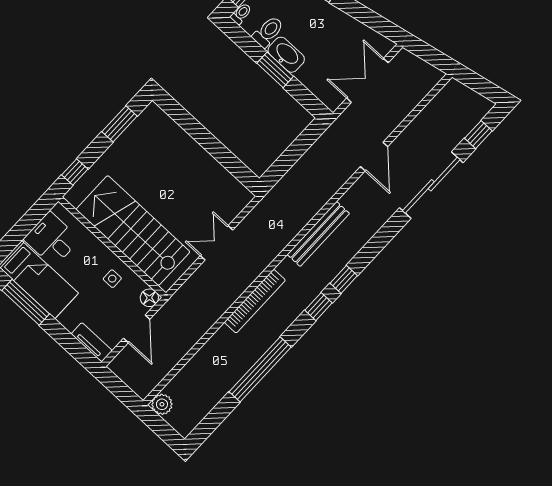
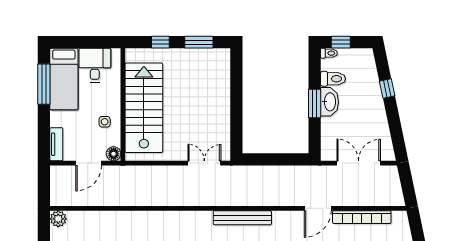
window: (75, 172) -> (160, 42), moved
double door: (217, 243) -> (204, 163), moved
bookcase: (255, 301) -> (362, 217), moved

